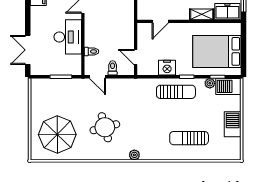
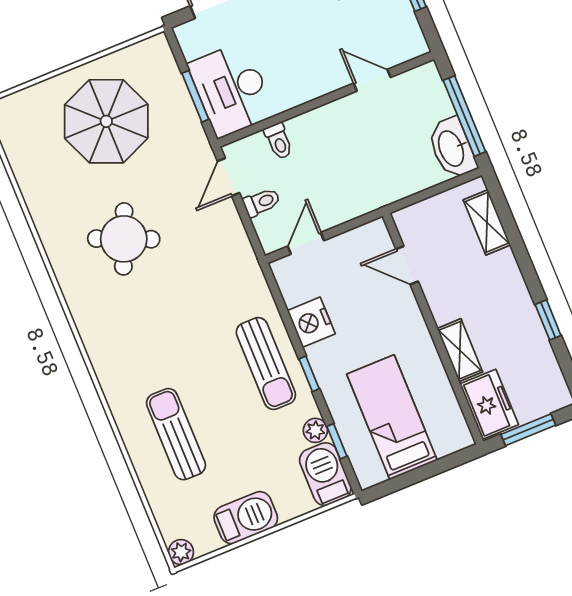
desk: (68, 37) -> (231, 90), moved, turned 90
bed: (217, 51) -> (392, 417), width x0.67
round table: (105, 127) -> (124, 239), turned 38
parasol: (57, 134) -> (106, 121), moved
plant: (134, 155) -> (181, 552), moved

